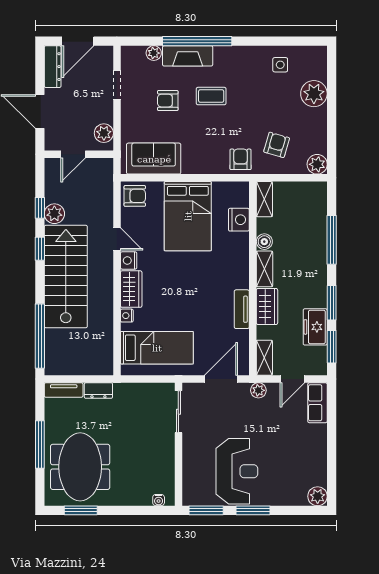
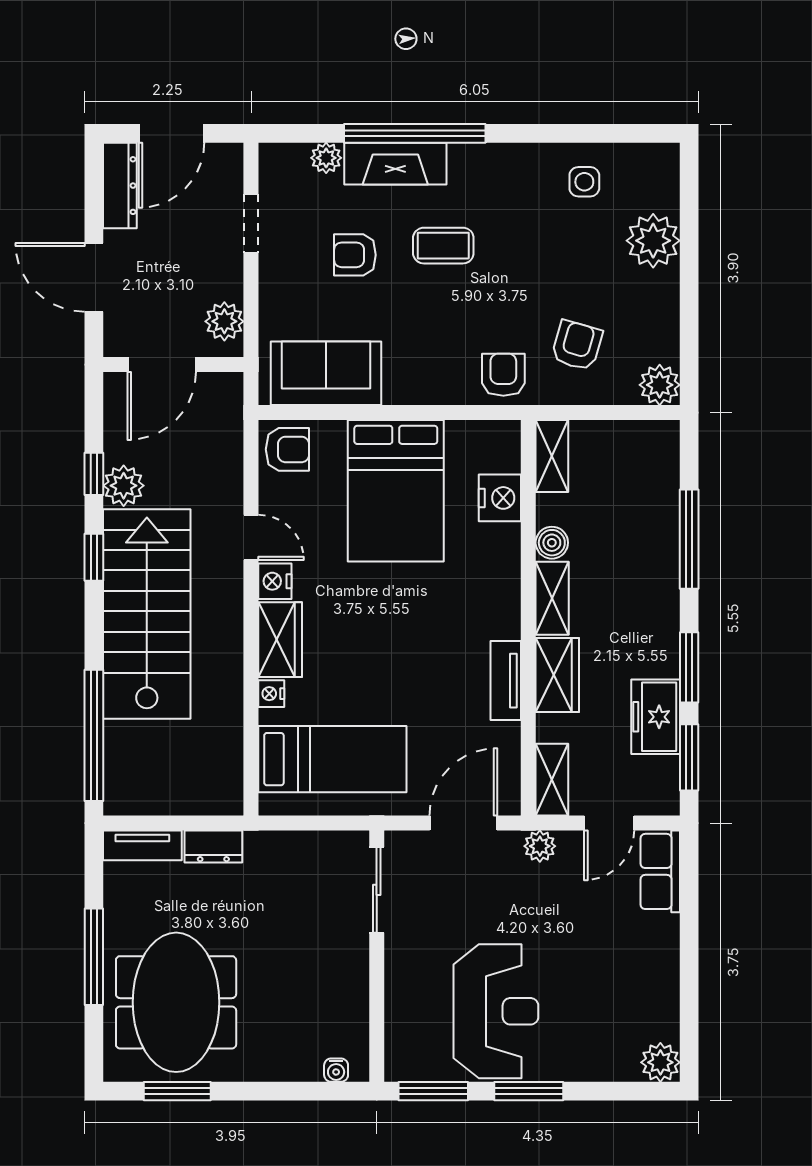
door: (73, 154) -> (162, 365), width x1.38

